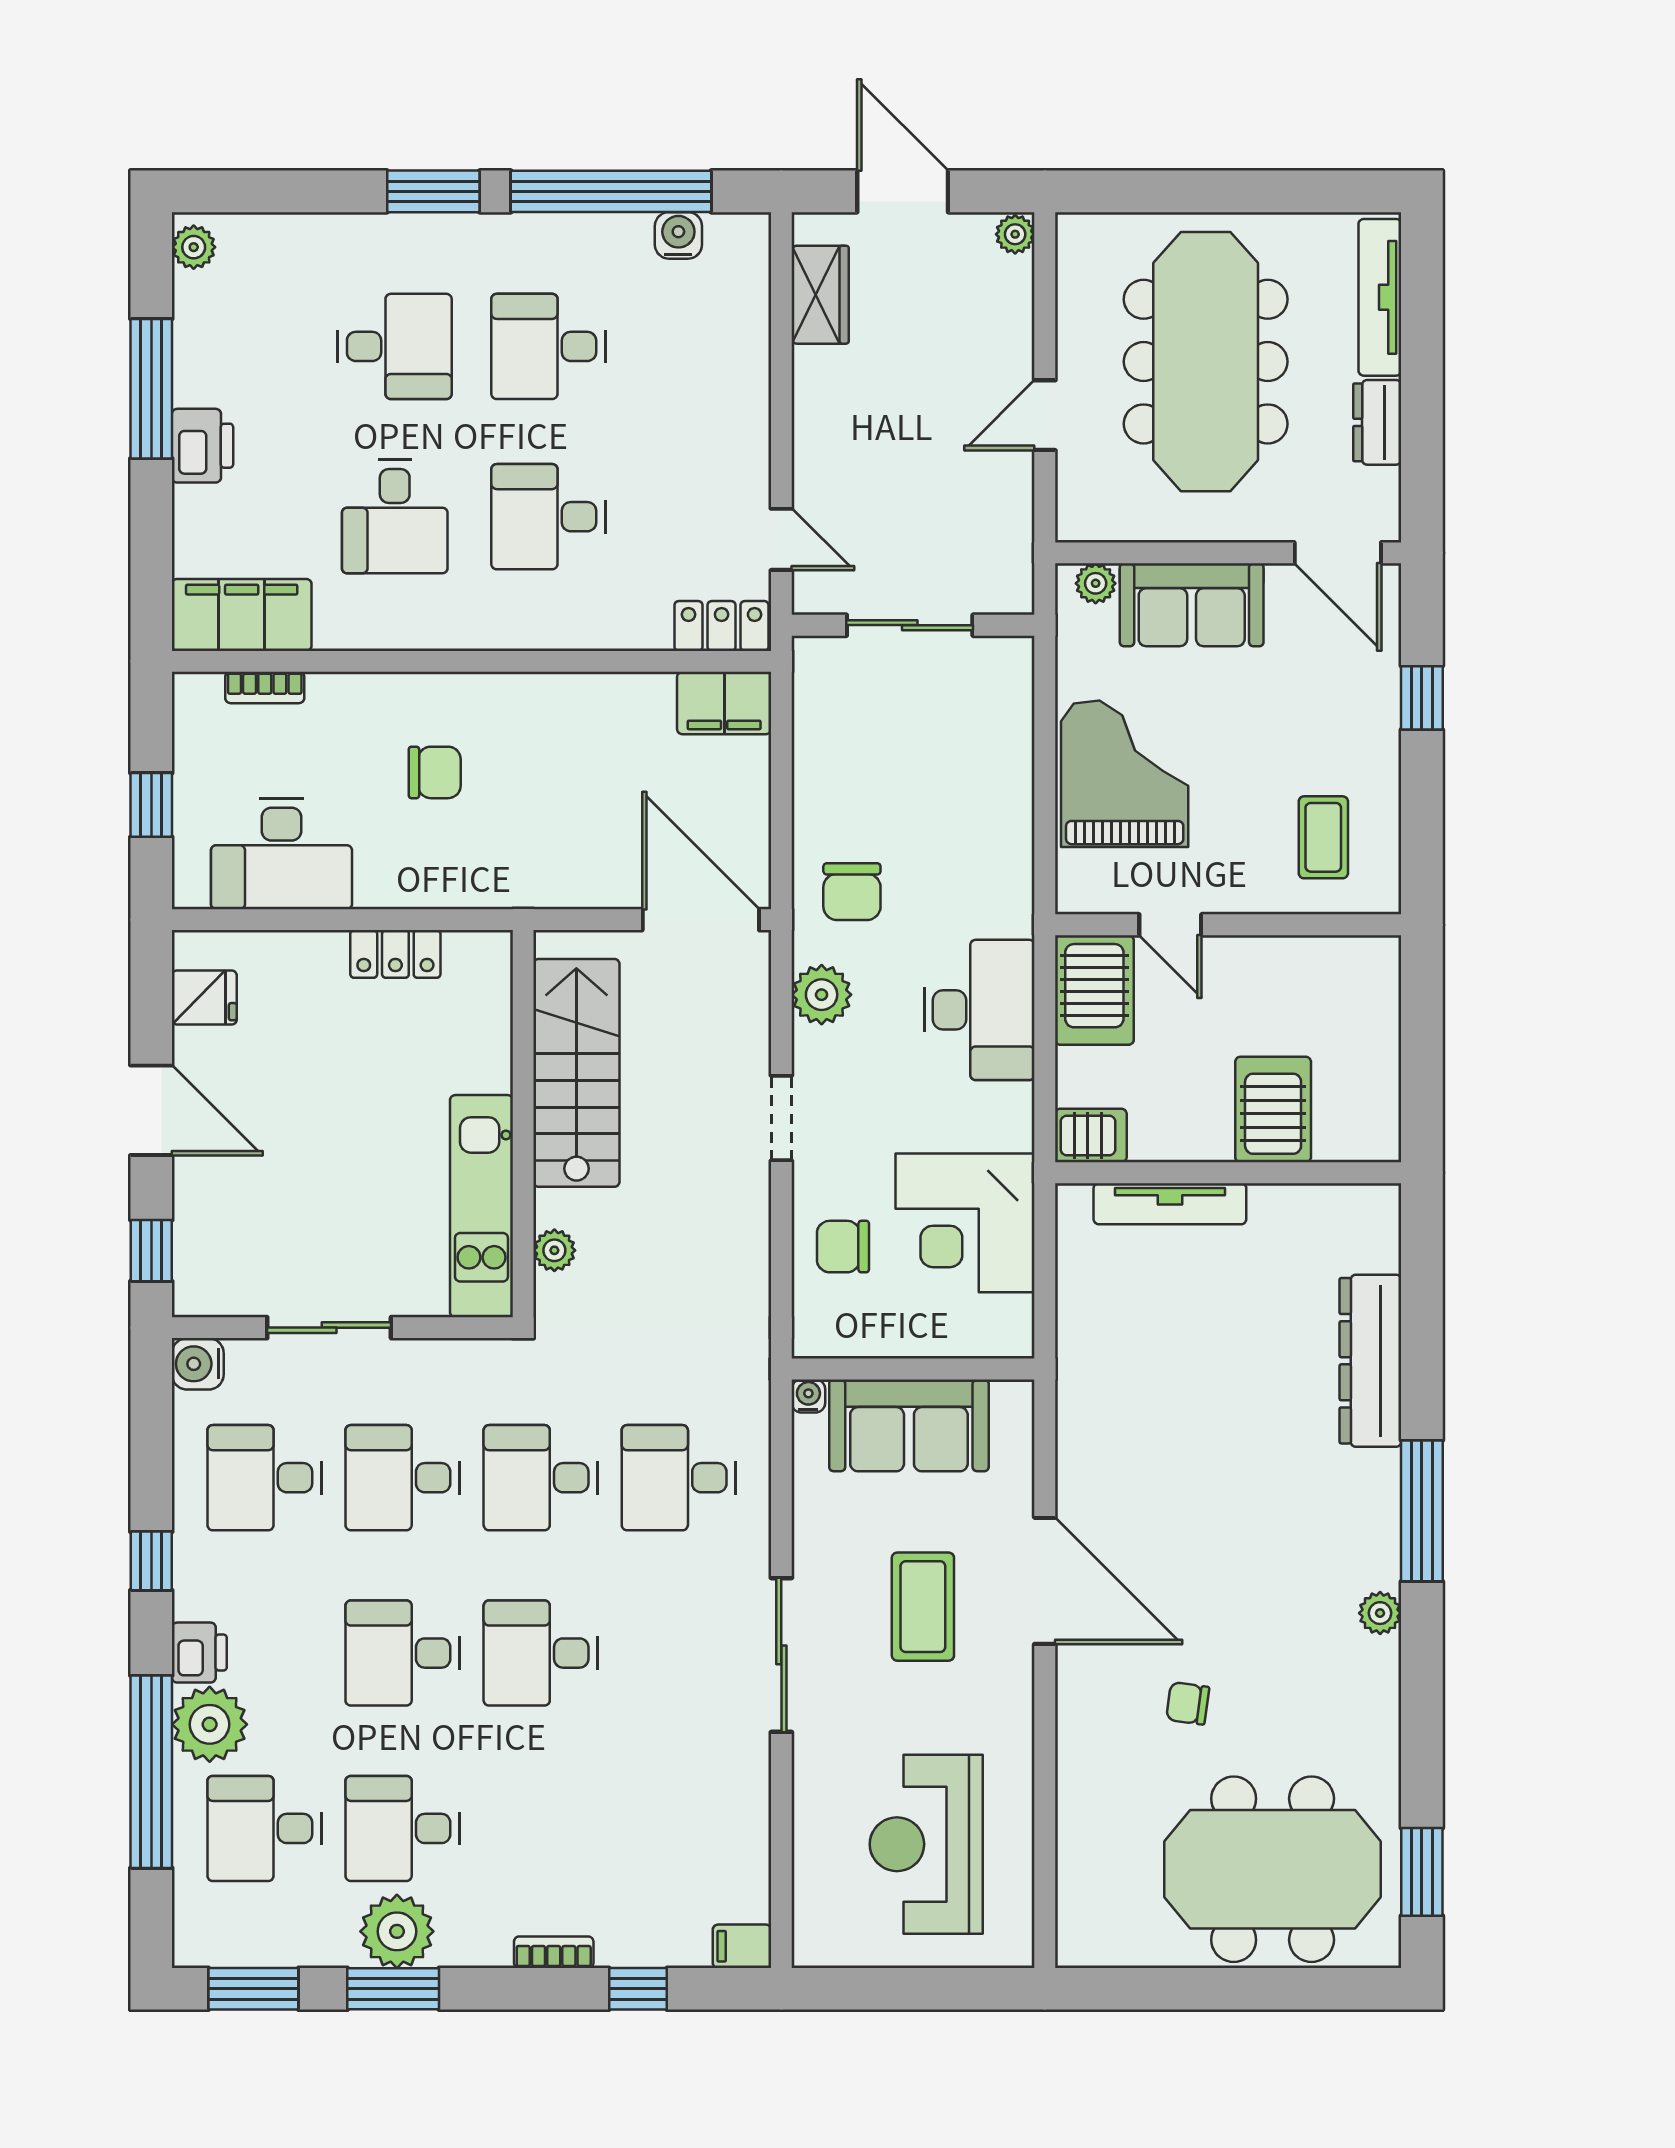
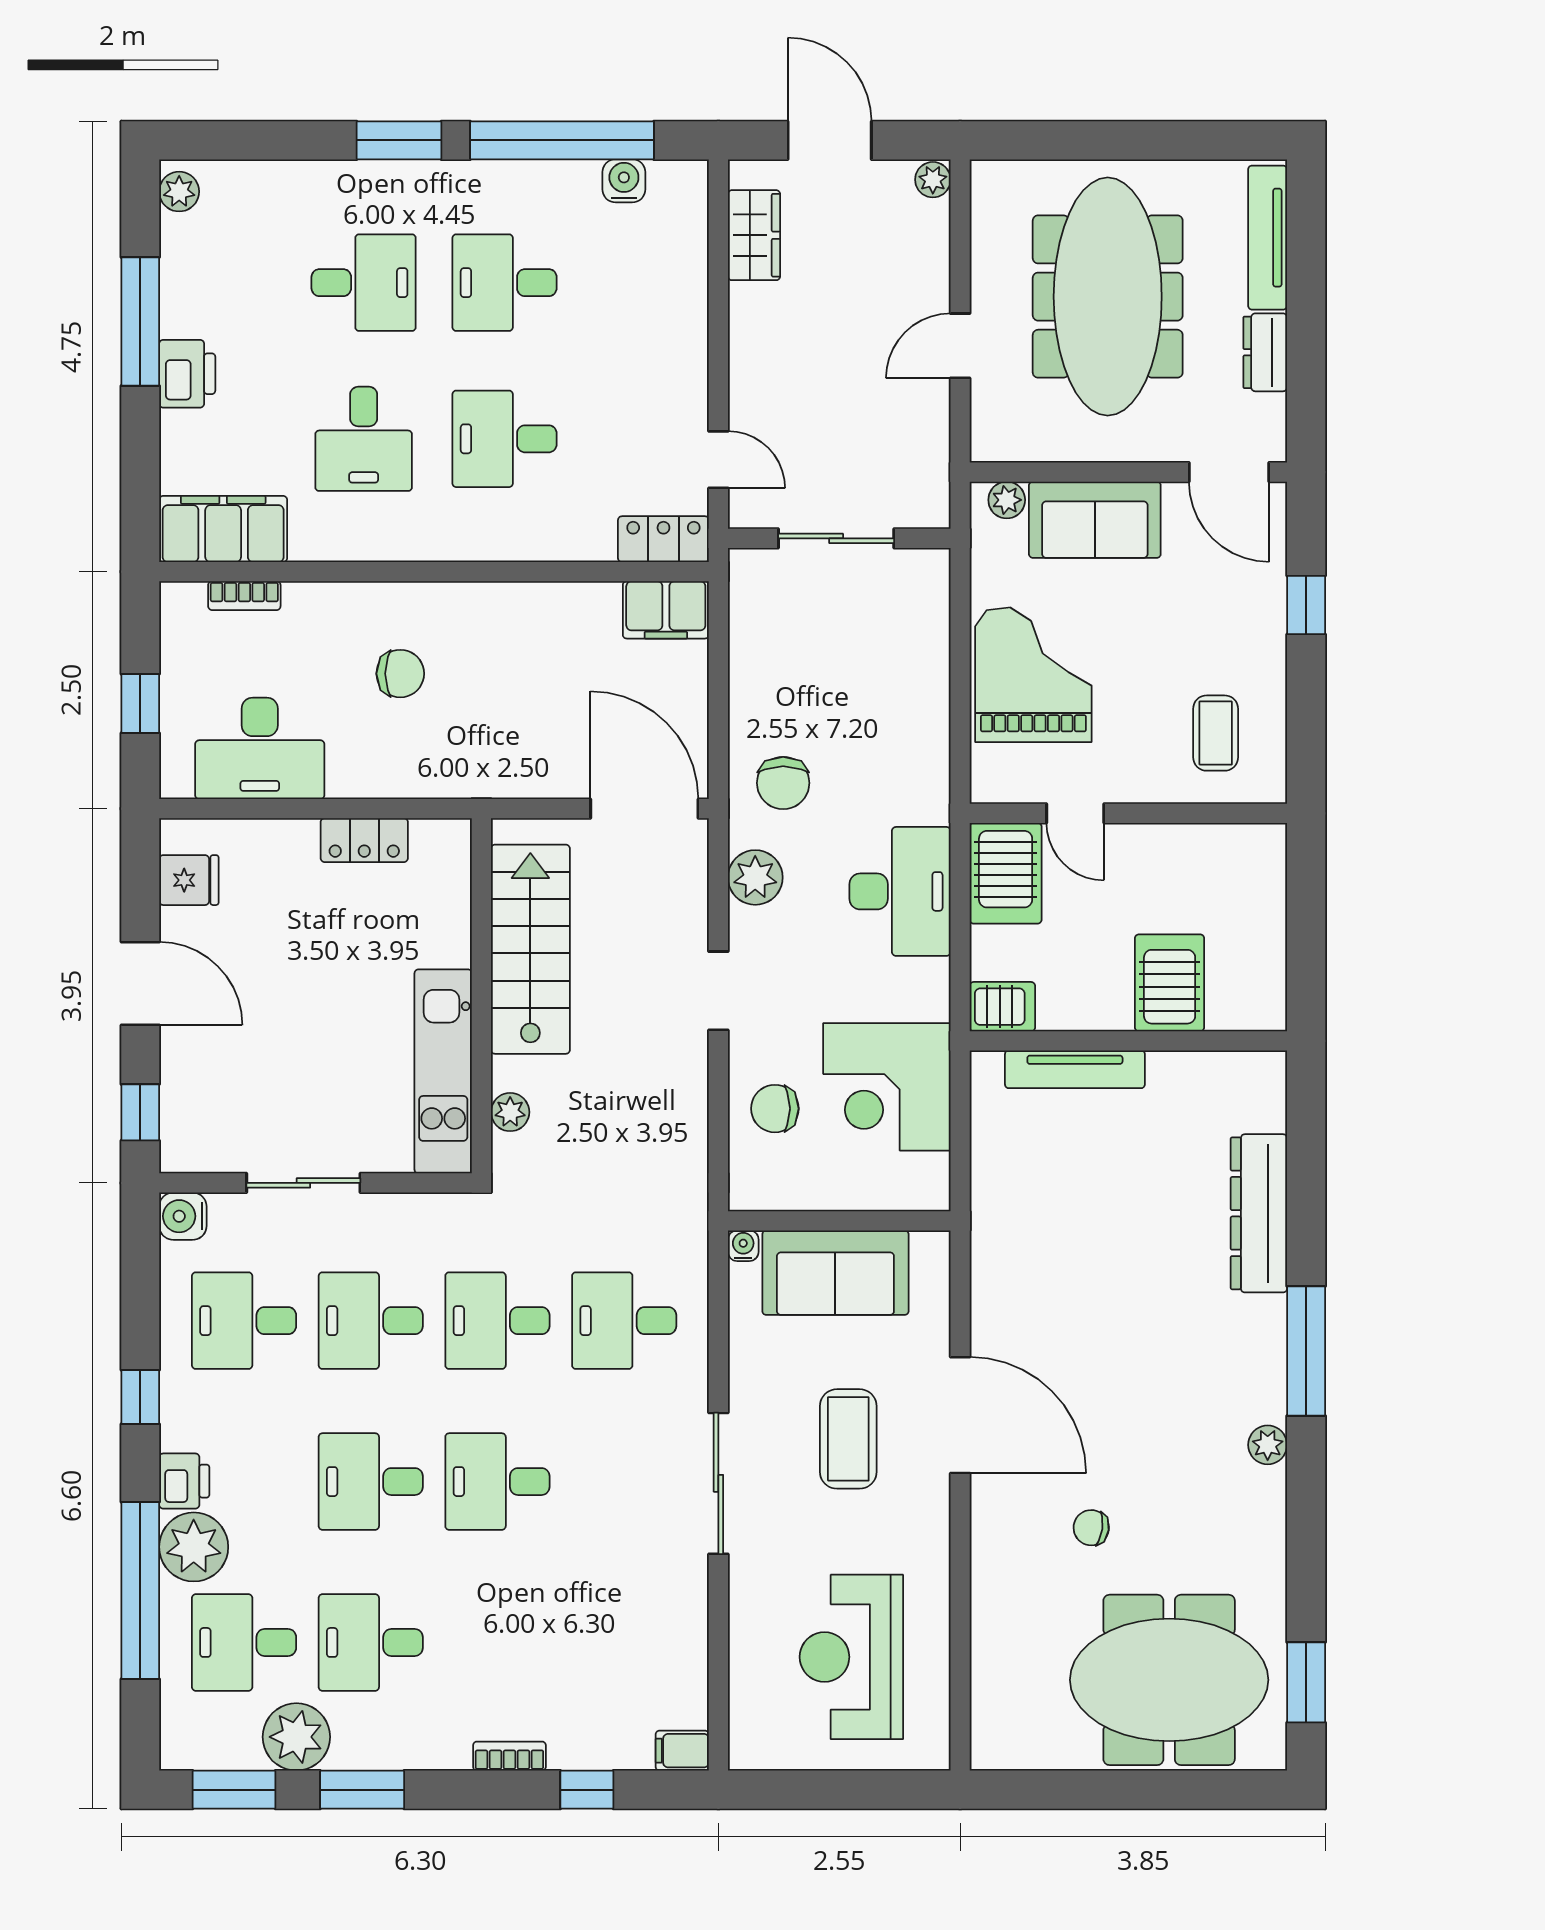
plant: (397, 1931) -> (296, 1737), moved

